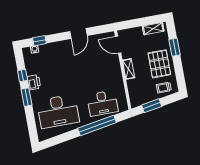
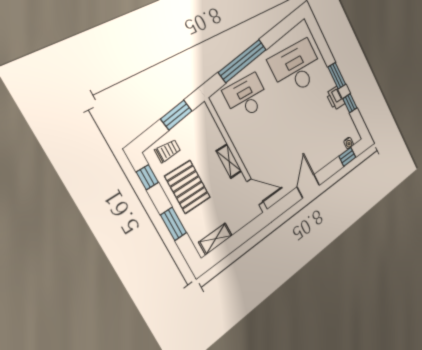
window: (180, 78) -> (147, 177), added

